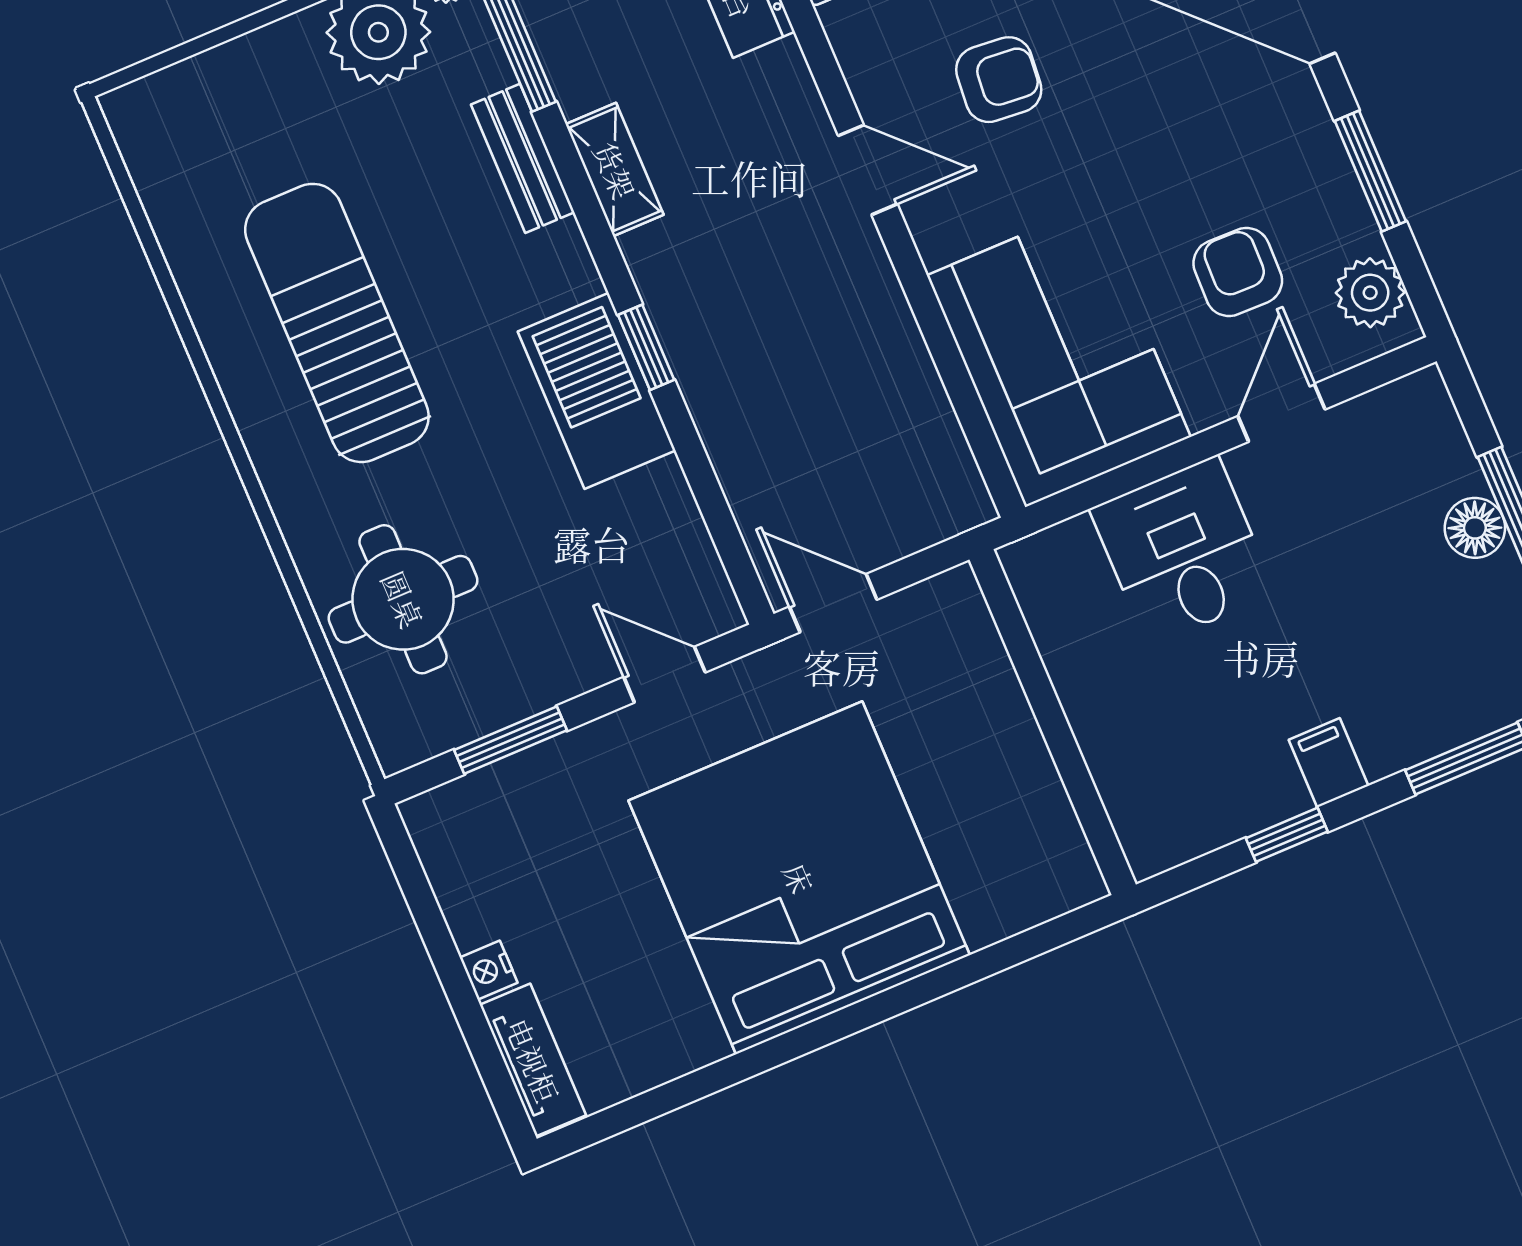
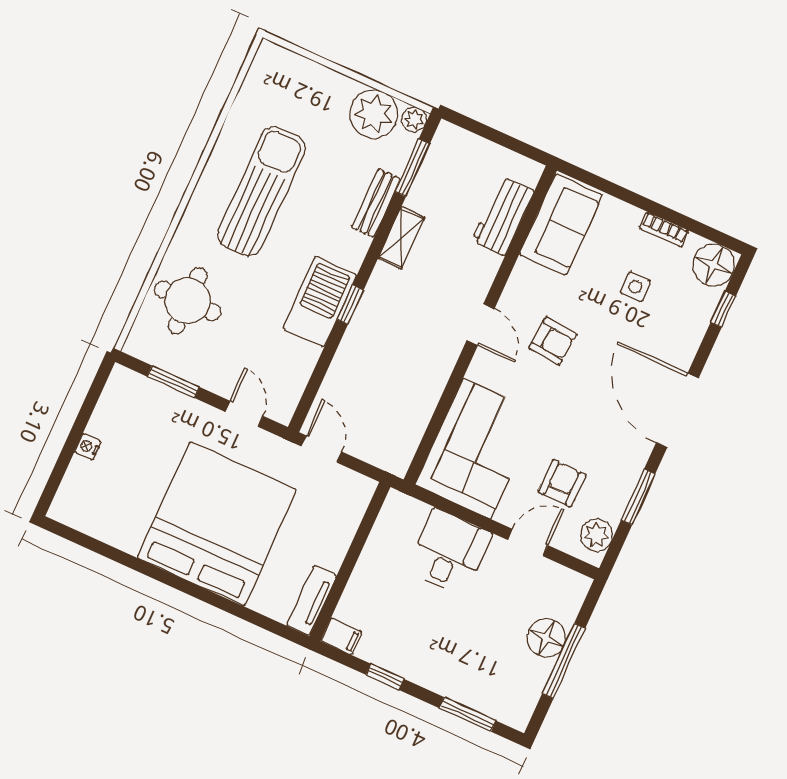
floor lamp: (1475, 528) -> (546, 638), width x1.38, depth x1.38
filing cabinet: (1328, 763) -> (341, 636), moved, turned 90
tv unit: (533, 1060) -> (312, 600), moved, turned 180

